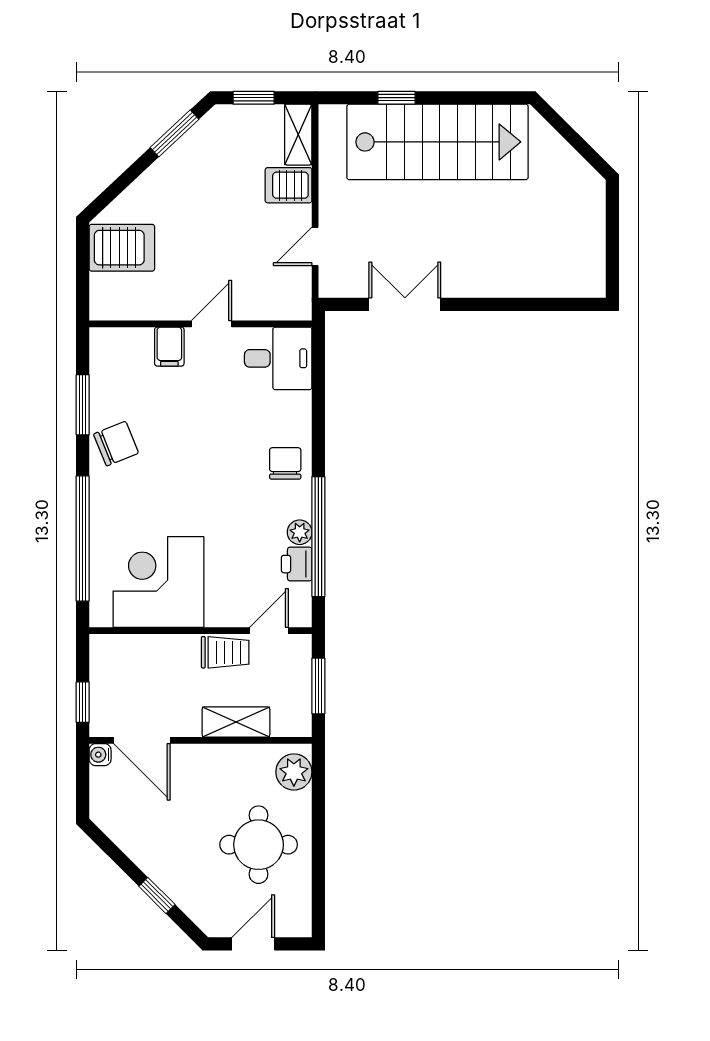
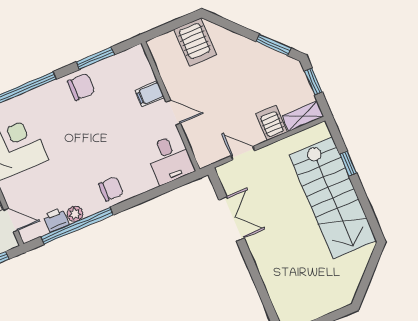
chair: (116, 444) -> (81, 87), turned -68

